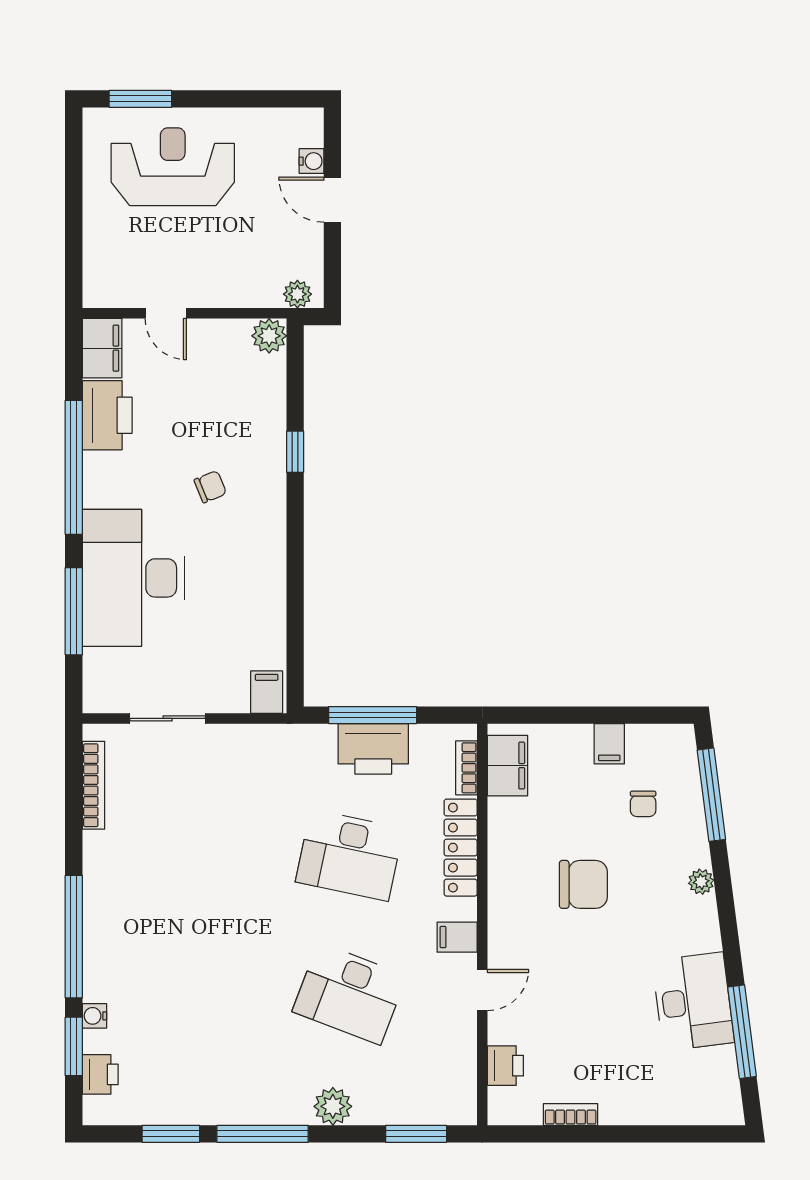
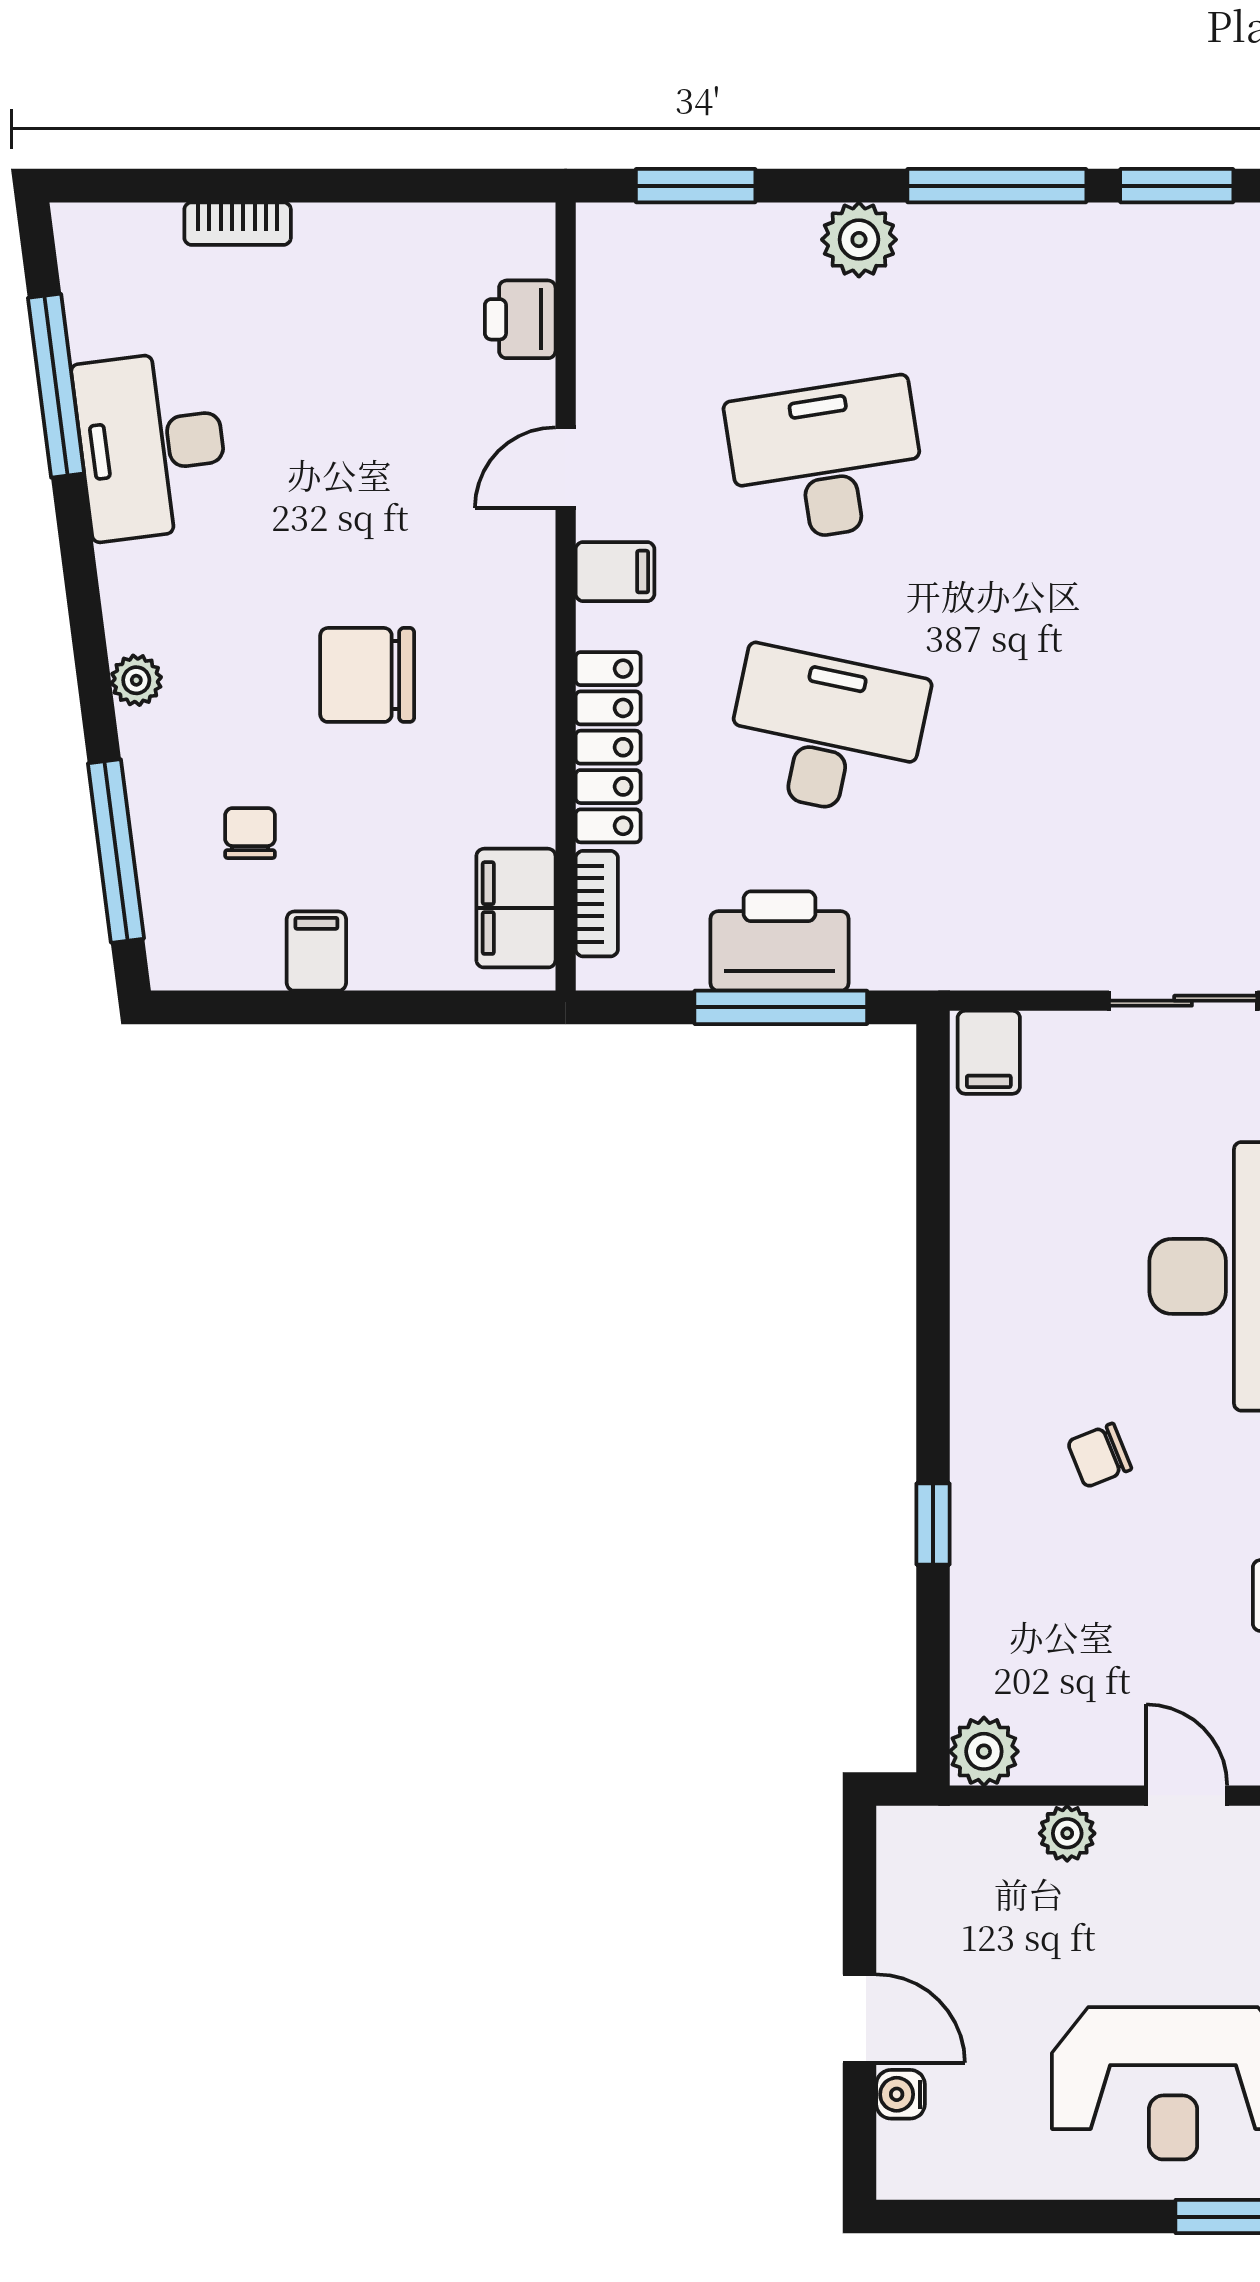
plant: (297, 294) -> (1067, 1833), moved
desk: (349, 994) -> (826, 461), turned -30
bookcase: (571, 1114) -> (238, 224), moved

